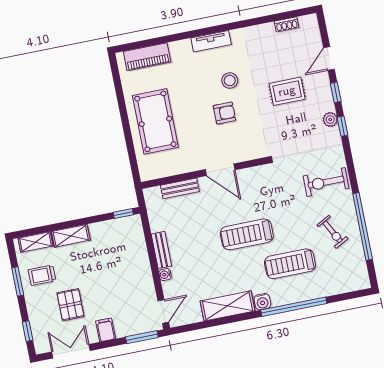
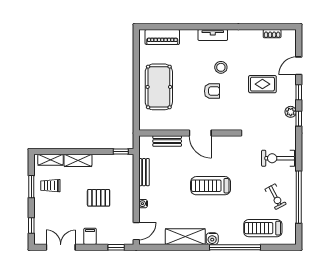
bench: (161, 250) -> (144, 172), moved
treadmill: (290, 264) -> (263, 228), moved
pallet: (70, 305) -> (99, 198), moved, turned 90
window: (142, 337) -> (116, 247), width x0.67

